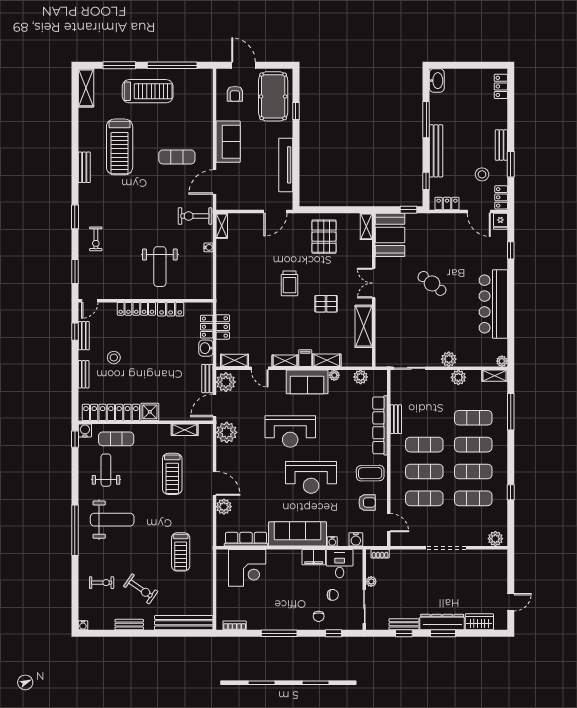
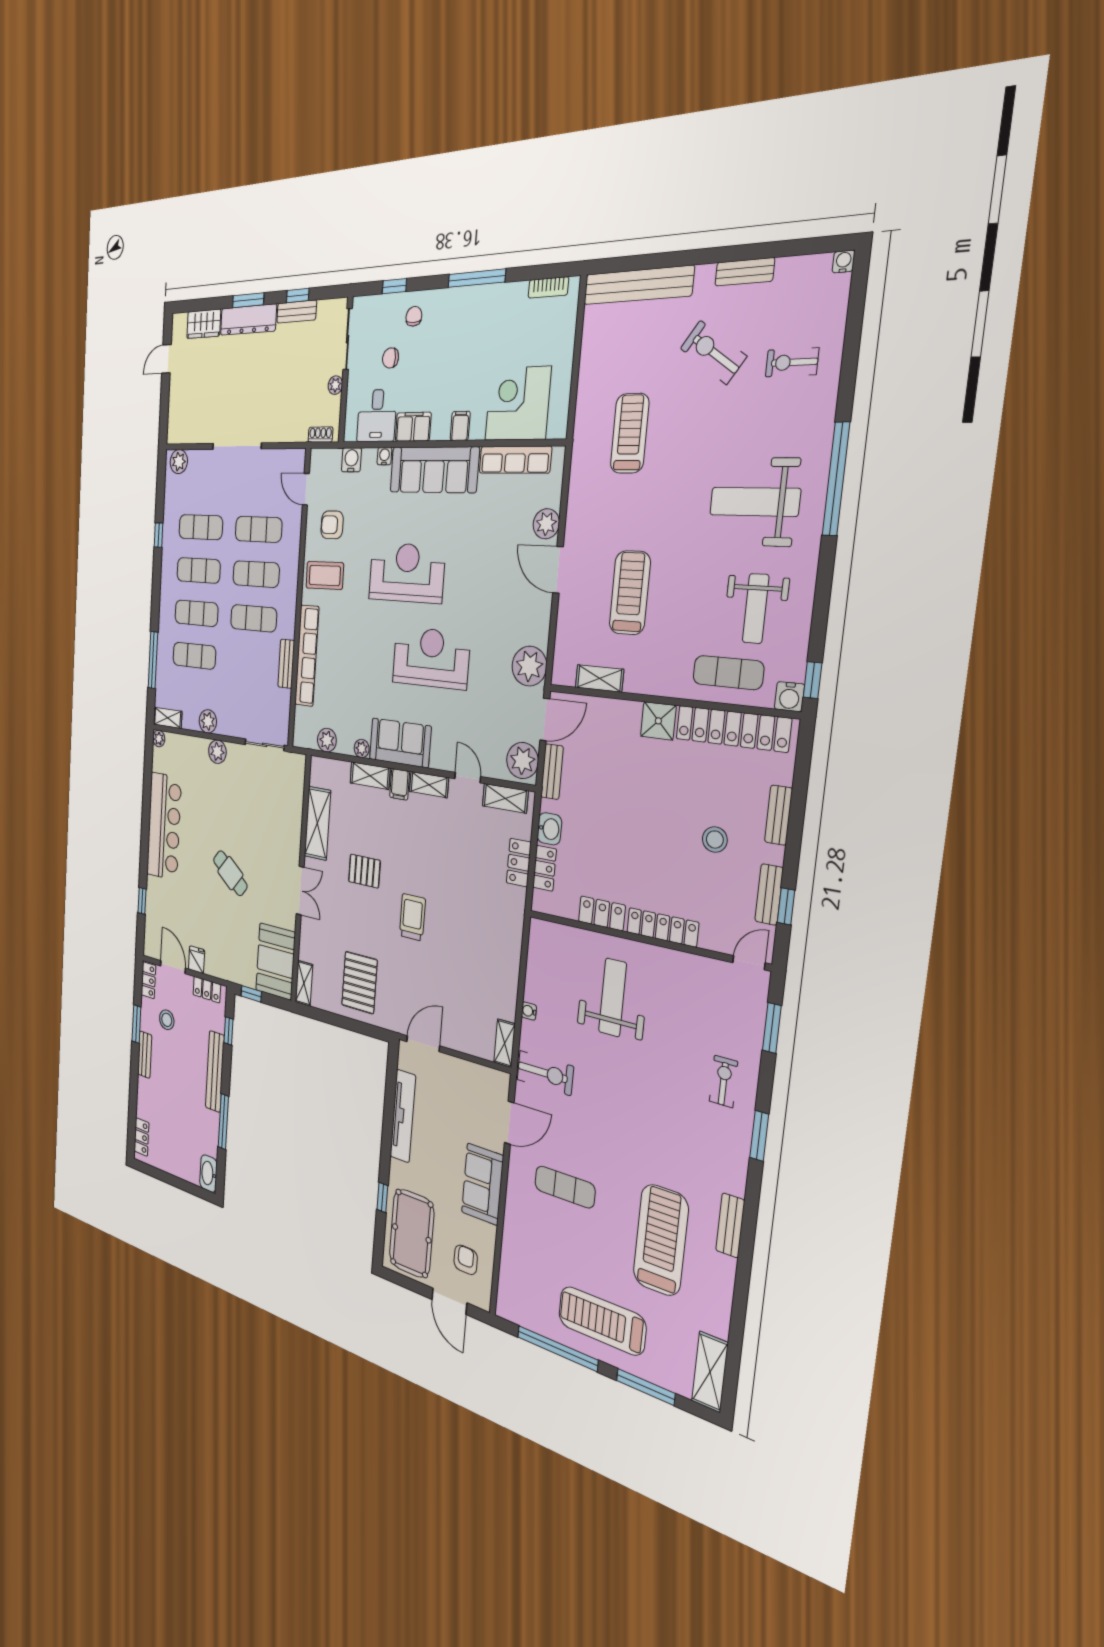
fridge: (500, 221) -> (196, 960), moved
filing cabinet: (282, 557) -> (460, 426), added

